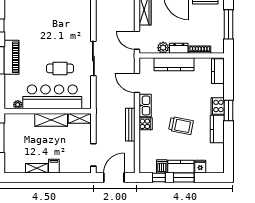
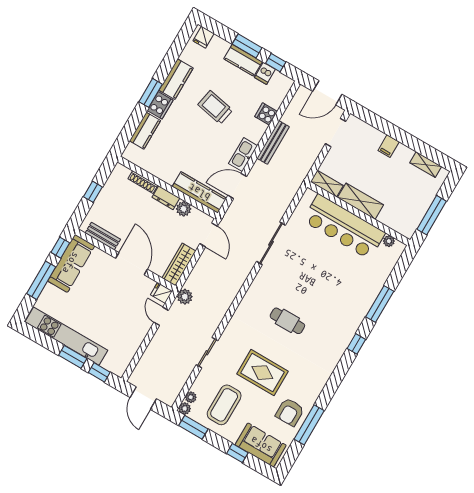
window: (228, 24) -> (93, 192), width x0.46
piano: (12, 57) -> (364, 300), removed
kitchen counter: (174, 64) -> (199, 192), moved
cafe table: (60, 68) -> (287, 321), moved
kitchen counter: (218, 71) -> (145, 131), moved
door: (137, 83) -> (237, 186), swing flipped
cooker: (146, 124) -> (266, 114), moved
fridge: (200, 167) -> (203, 37), moved
shelving: (37, 168) -> (426, 165), moved

